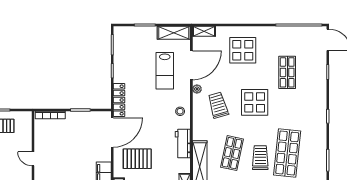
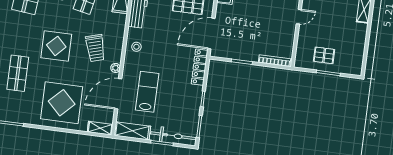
bicycle: (135, 33) -> (173, 136), added
display table: (243, 50) -> (62, 103), width x1.36, depth x1.36
door: (33, 159) -> (299, 17), hinge flipped

